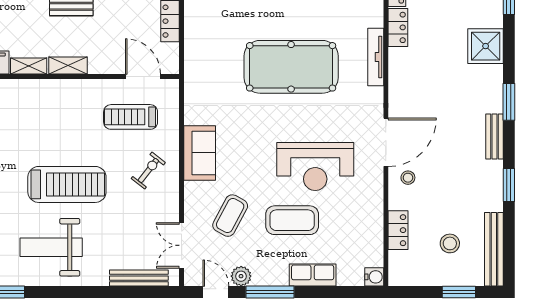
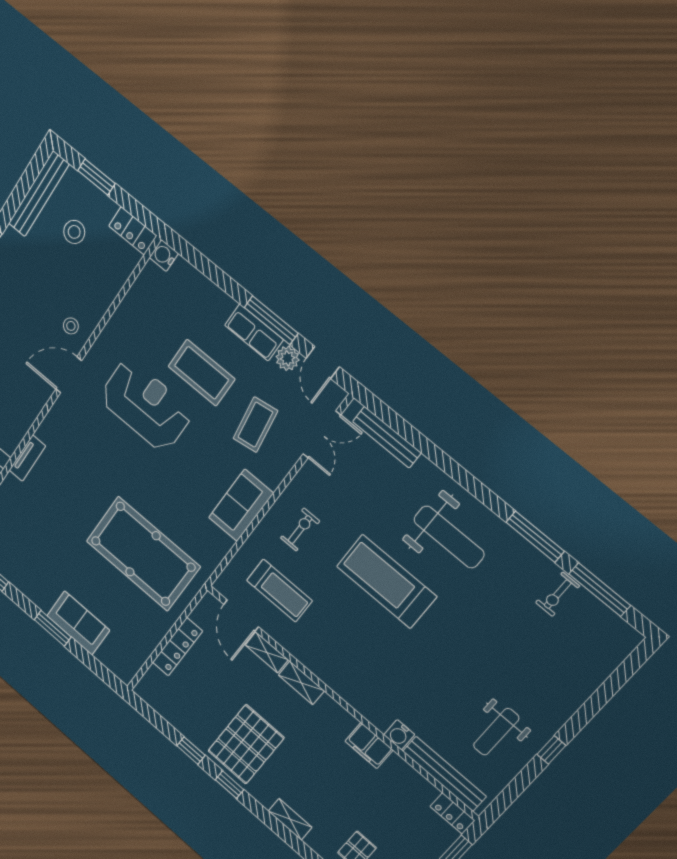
tv unit: (376, 57) -> (27, 458), width x0.71
shelving: (29, 66) -> (267, 652), moved
pool table: (291, 67) -> (143, 554), moved
door: (386, 142) -> (69, 375), width x0.73
exercise bike: (148, 170) -> (300, 530), turned 142
coffee table: (230, 216) -> (255, 425), turned -37
locker: (398, 230) -> (133, 231), moved, turned -90
row of seats: (313, 275) -> (254, 332), moved

